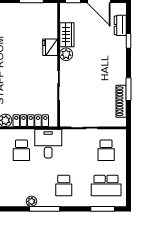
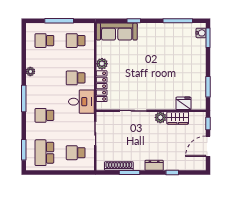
dresser: (120, 25) -> (154, 165), moved
fridge: (50, 47) -> (183, 103), moved
plant: (31, 201) -> (30, 71), moved

